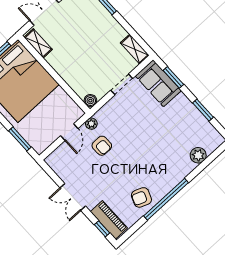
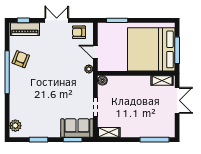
armchair: (102, 146) -> (79, 32), moved
plant: (198, 155) -> (15, 126), moved

